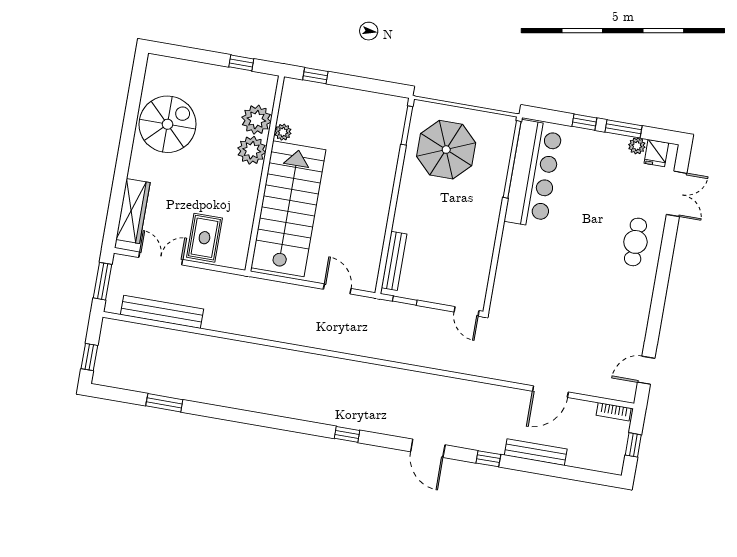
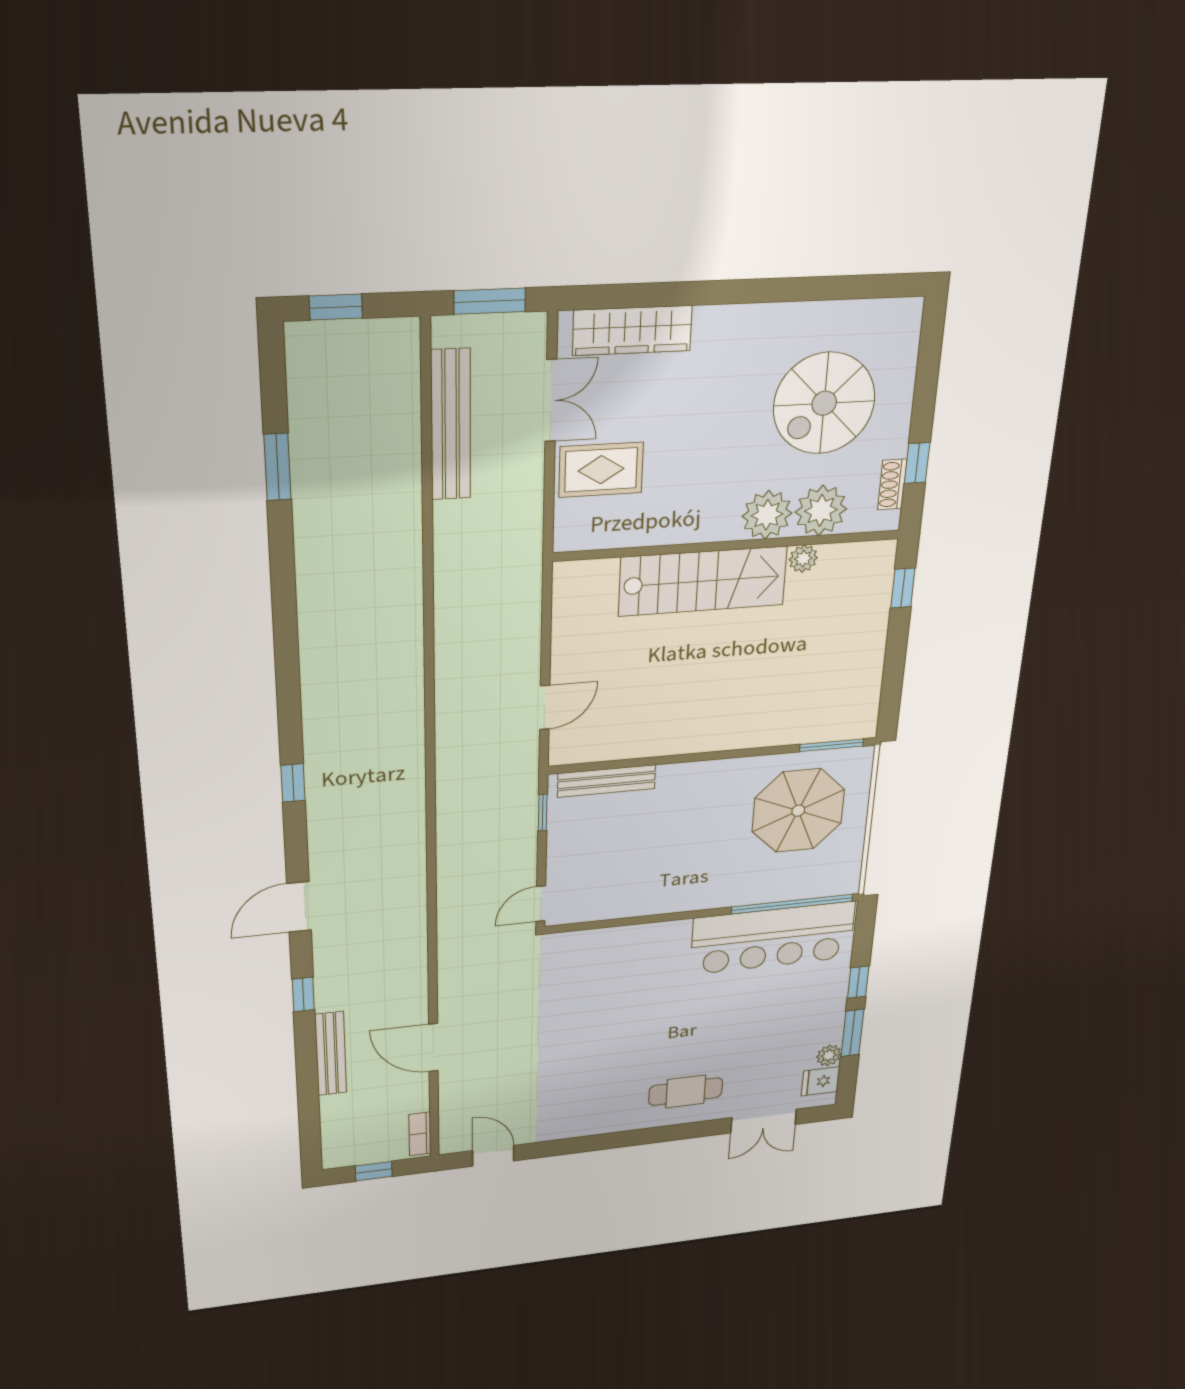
shoe rack: (251, 78) -> (892, 484), added
spiral stairs: (168, 124) -> (824, 403), moved, turned 90
stairs: (288, 209) -> (703, 581), width x0.73, depth x0.66

